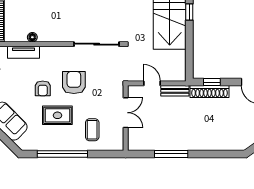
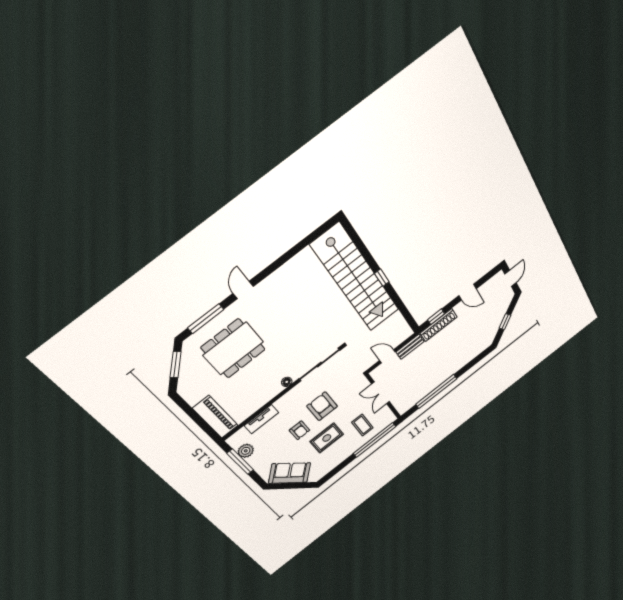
floor lamp: (32, 37) -> (287, 382), moved
double door: (126, 113) -> (381, 393), swing flipped
window: (62, 154) -> (375, 440), moved
window: (171, 154) -> (436, 391), width x1.46

